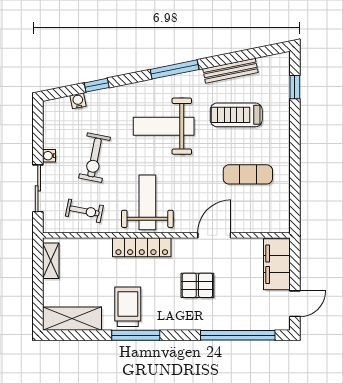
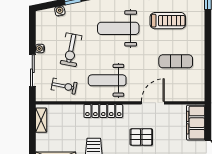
treadmill: (236, 115) -> (168, 21), turned 180
weight bench: (147, 202) -> (107, 80), turned -90

